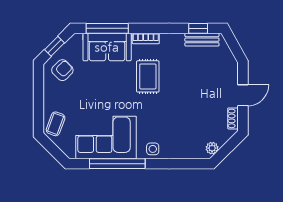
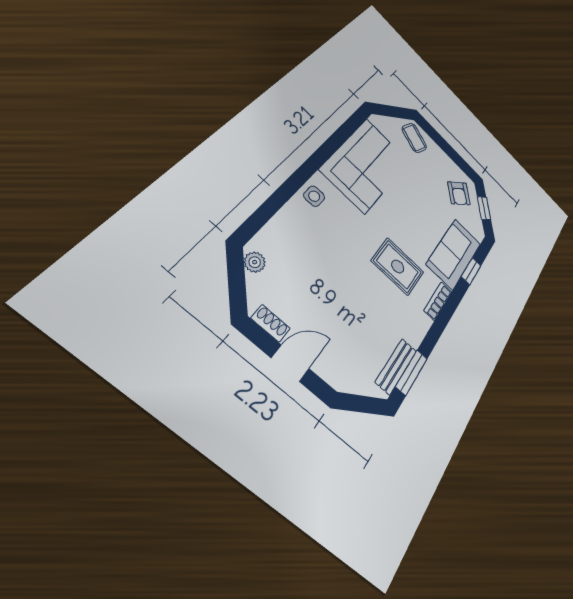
window: (107, 28) -> (471, 271), width x0.46
window: (198, 28) -> (412, 373), width x1.50
door: (243, 95) -> (290, 363), swing flipped
window: (117, 164) -> (329, 148), removed

